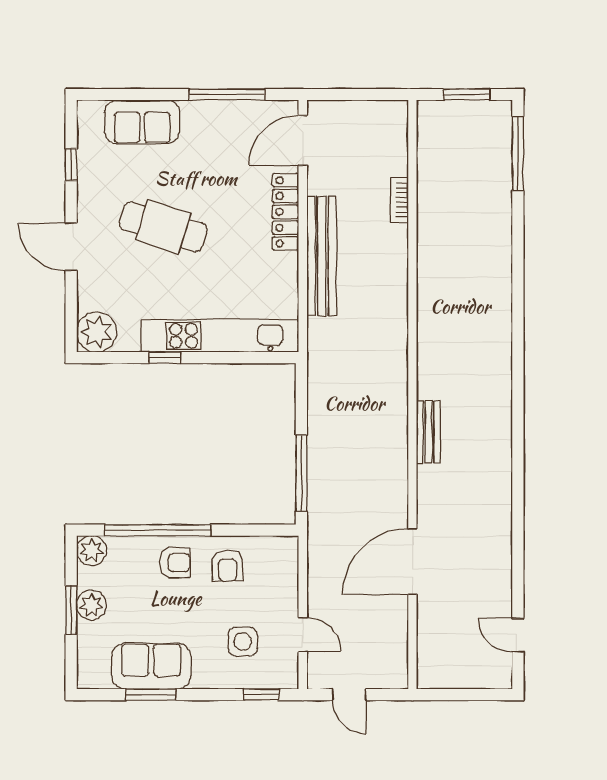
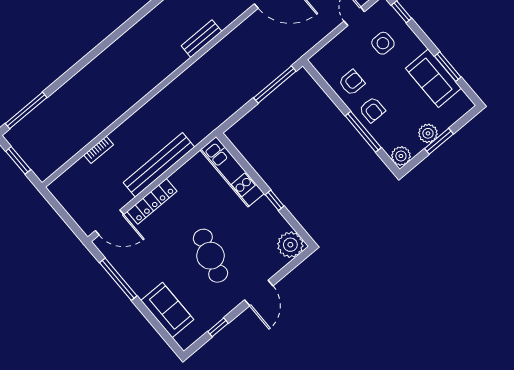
kitchen unit: (220, 336) -> (232, 172), width x0.73
window: (158, 530) -> (363, 132), width x0.68
armchair: (175, 563) -> (372, 110), turned 180

